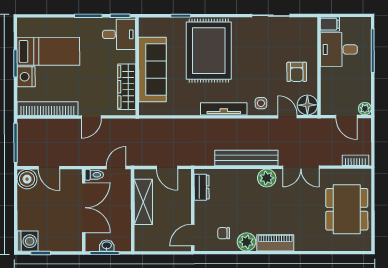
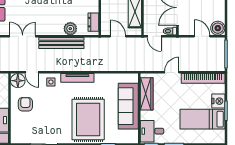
door: (116, 168) -> (154, 36), hinge flipped
plant: (267, 178) -> (70, 29), moved

